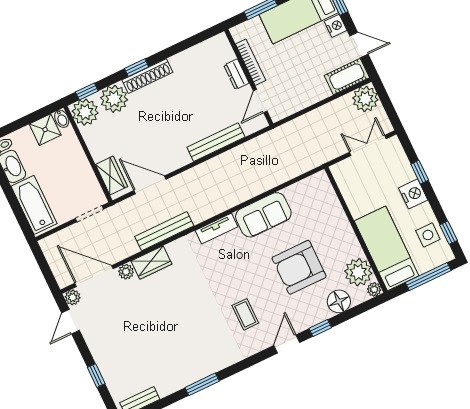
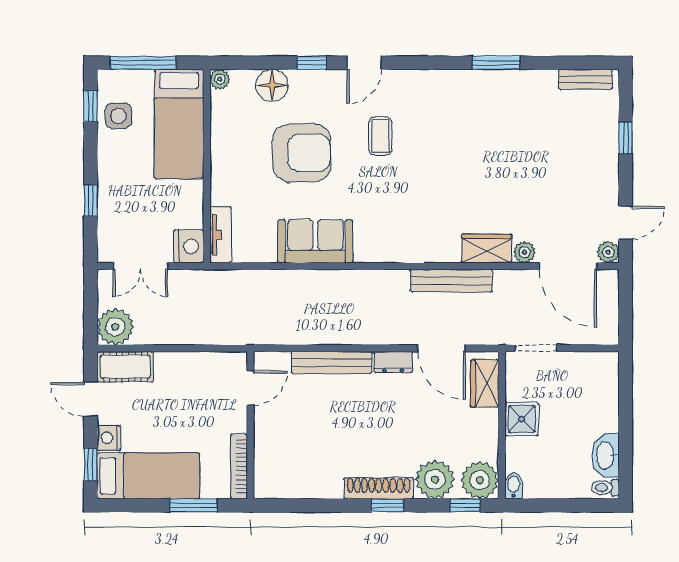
bookcase: (251, 62) -> (239, 466), moved
dresser: (236, 74) -> (393, 362), moved, turned 90
shower: (45, 130) -> (522, 419), moved
nightstand: (413, 194) -> (189, 246), moved, turned 180
bathtub: (34, 205) -> (601, 393), removed
tv unit: (216, 229) -> (221, 235), moved, turned 90
plant: (358, 272) -> (229, 111), removed
coffee table: (245, 314) -> (380, 136), moved

